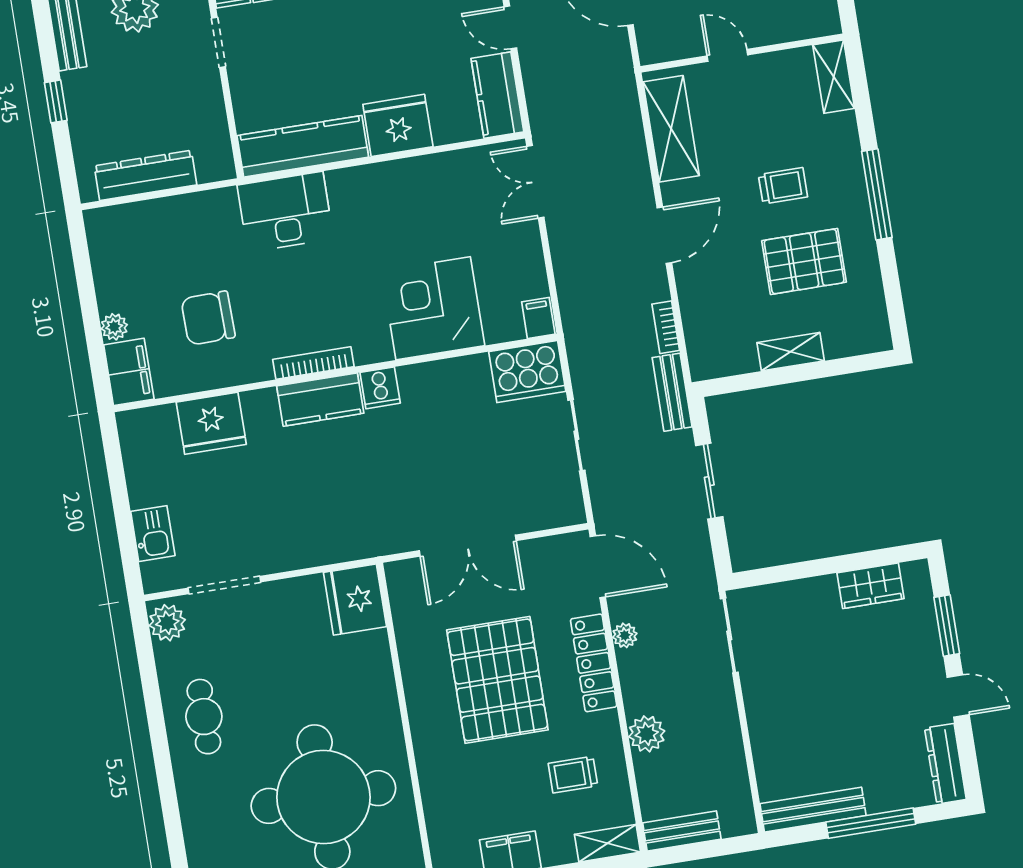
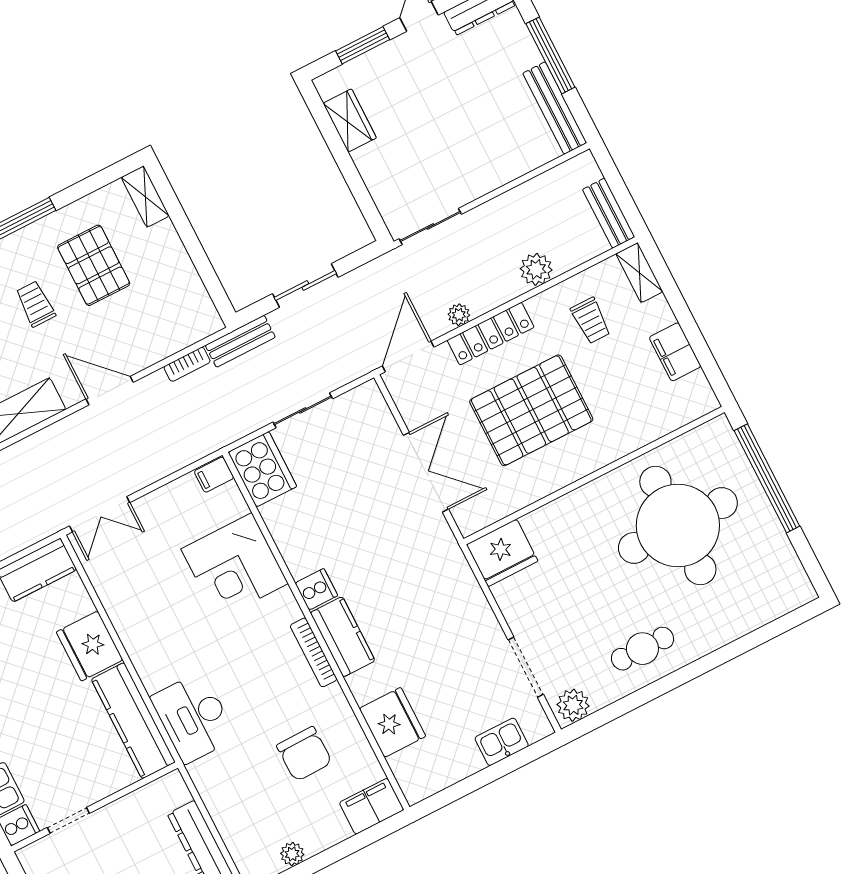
plant: (114, 327) -> (292, 854), moved
shelving: (791, 352) -> (145, 197), moved

